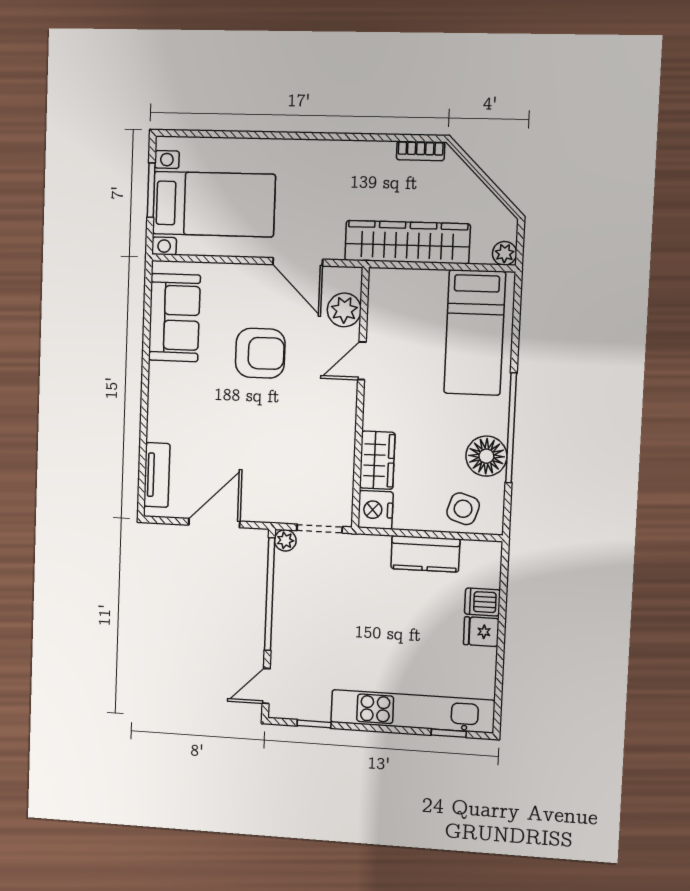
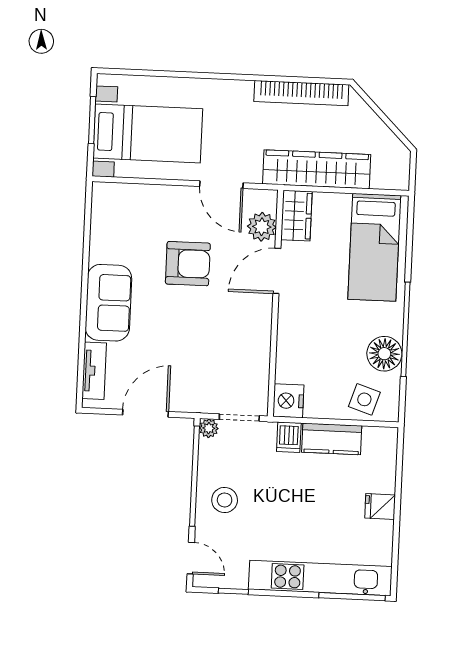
bookcase: (421, 151) -> (301, 93), width x2.31, depth x1.31
plant: (505, 253) -> (400, 180), removed
sofa: (174, 318) -> (108, 303), moved
door: (362, 361) -> (277, 271), width x1.38
wardrobe: (377, 460) -> (296, 216), moved
dishwasher: (482, 602) -> (289, 437), moved, turned -90
stool: (304, 622) -> (225, 500), added
door: (266, 686) -> (191, 558), swing flipped
window: (449, 733) -> (352, 597), width x2.17

